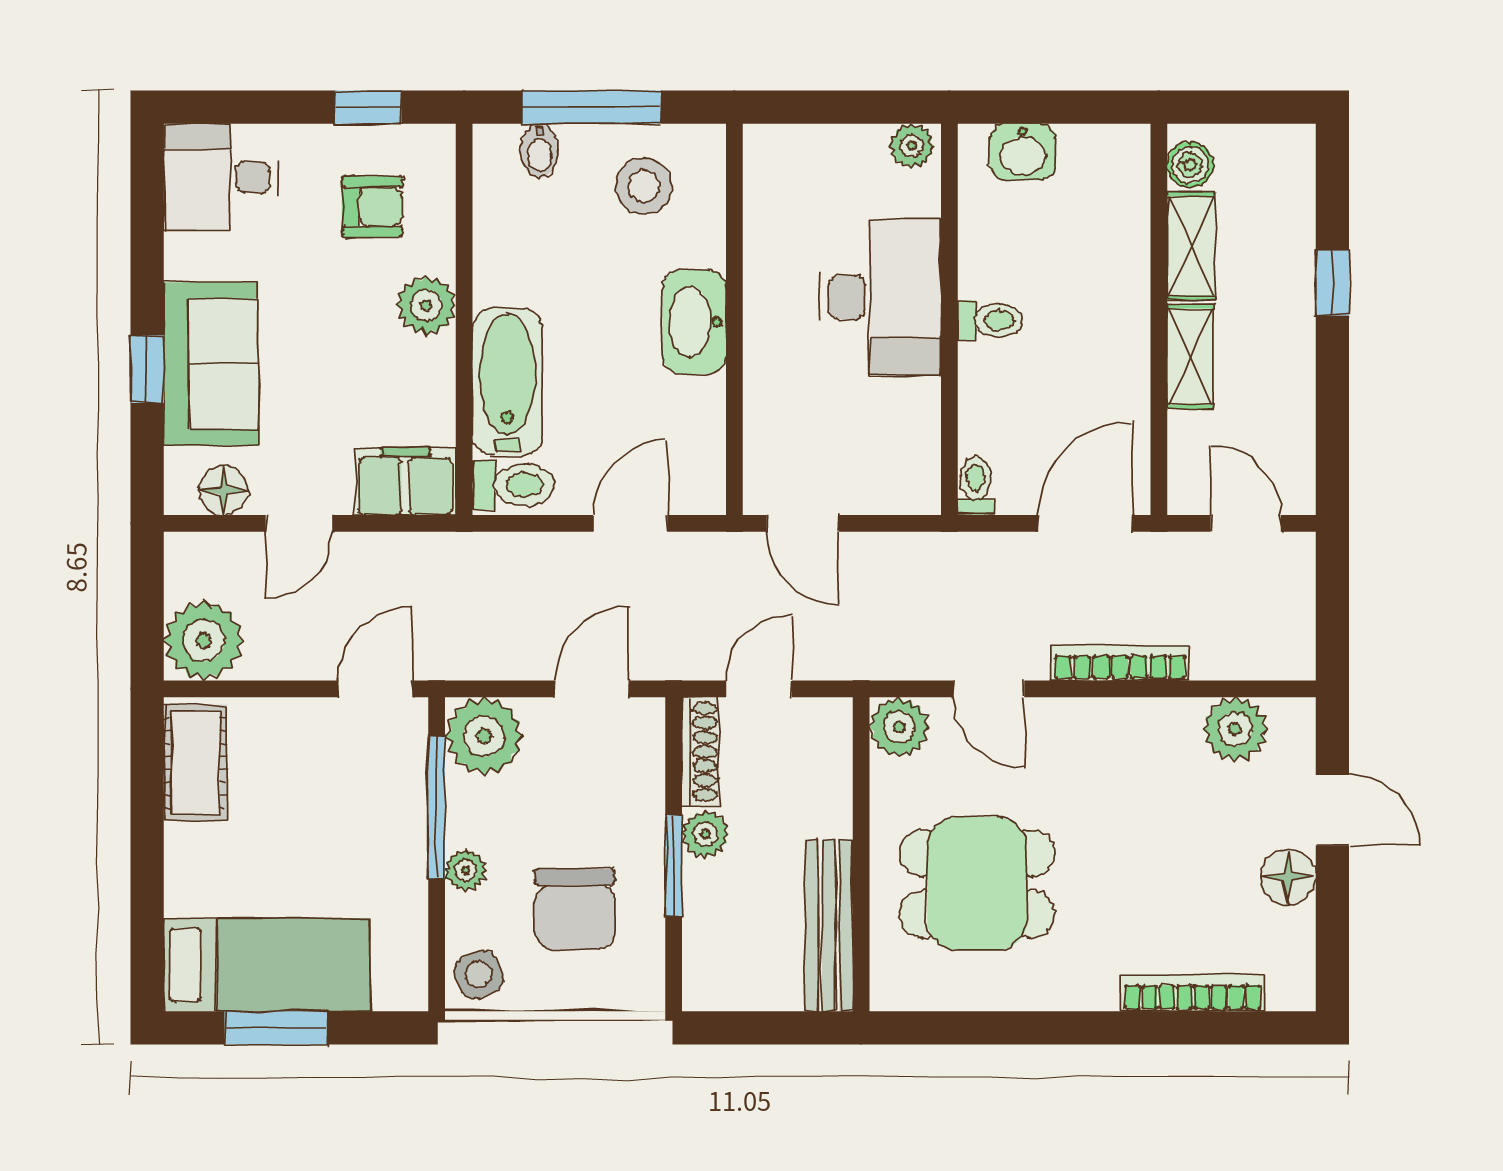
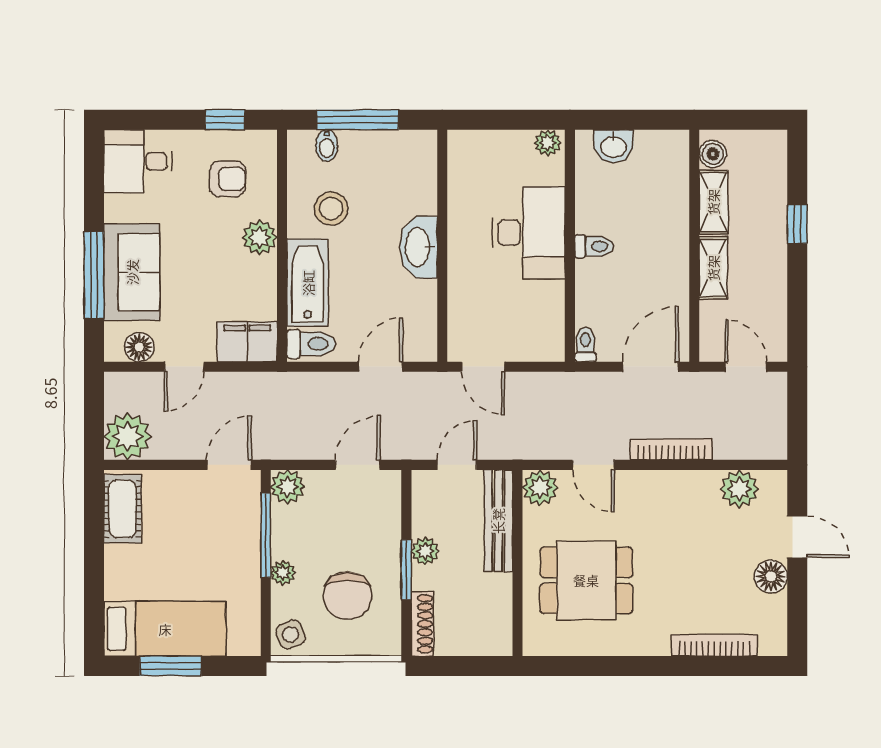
stool: (644, 186) -> (331, 209), moved
window: (147, 369) -> (94, 275), width x2.17
plant: (484, 736) -> (288, 487), width x0.73, depth x0.73
shoe rack: (700, 752) -> (422, 624), moved
bench: (829, 925) -> (498, 521), moved

